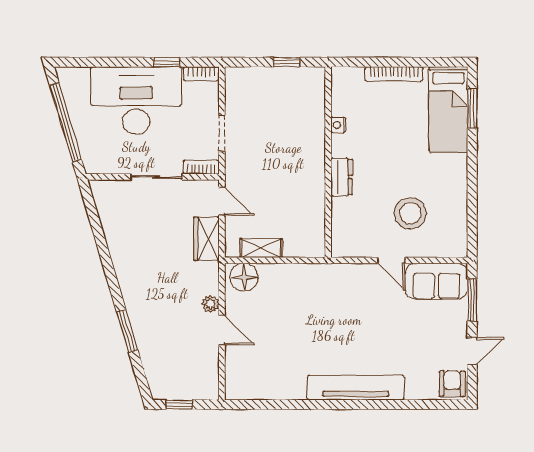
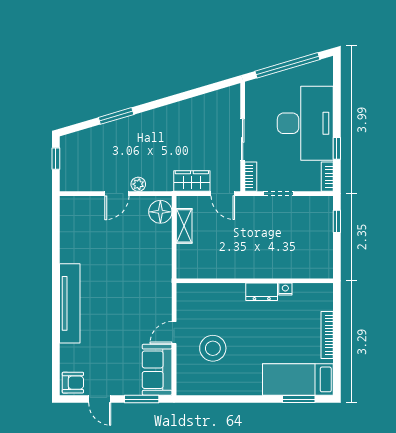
window: (287, 62) -> (337, 221), moved
dresser: (342, 177) -> (262, 292), moved
door: (222, 201) -> (223, 194), hinge flipped

